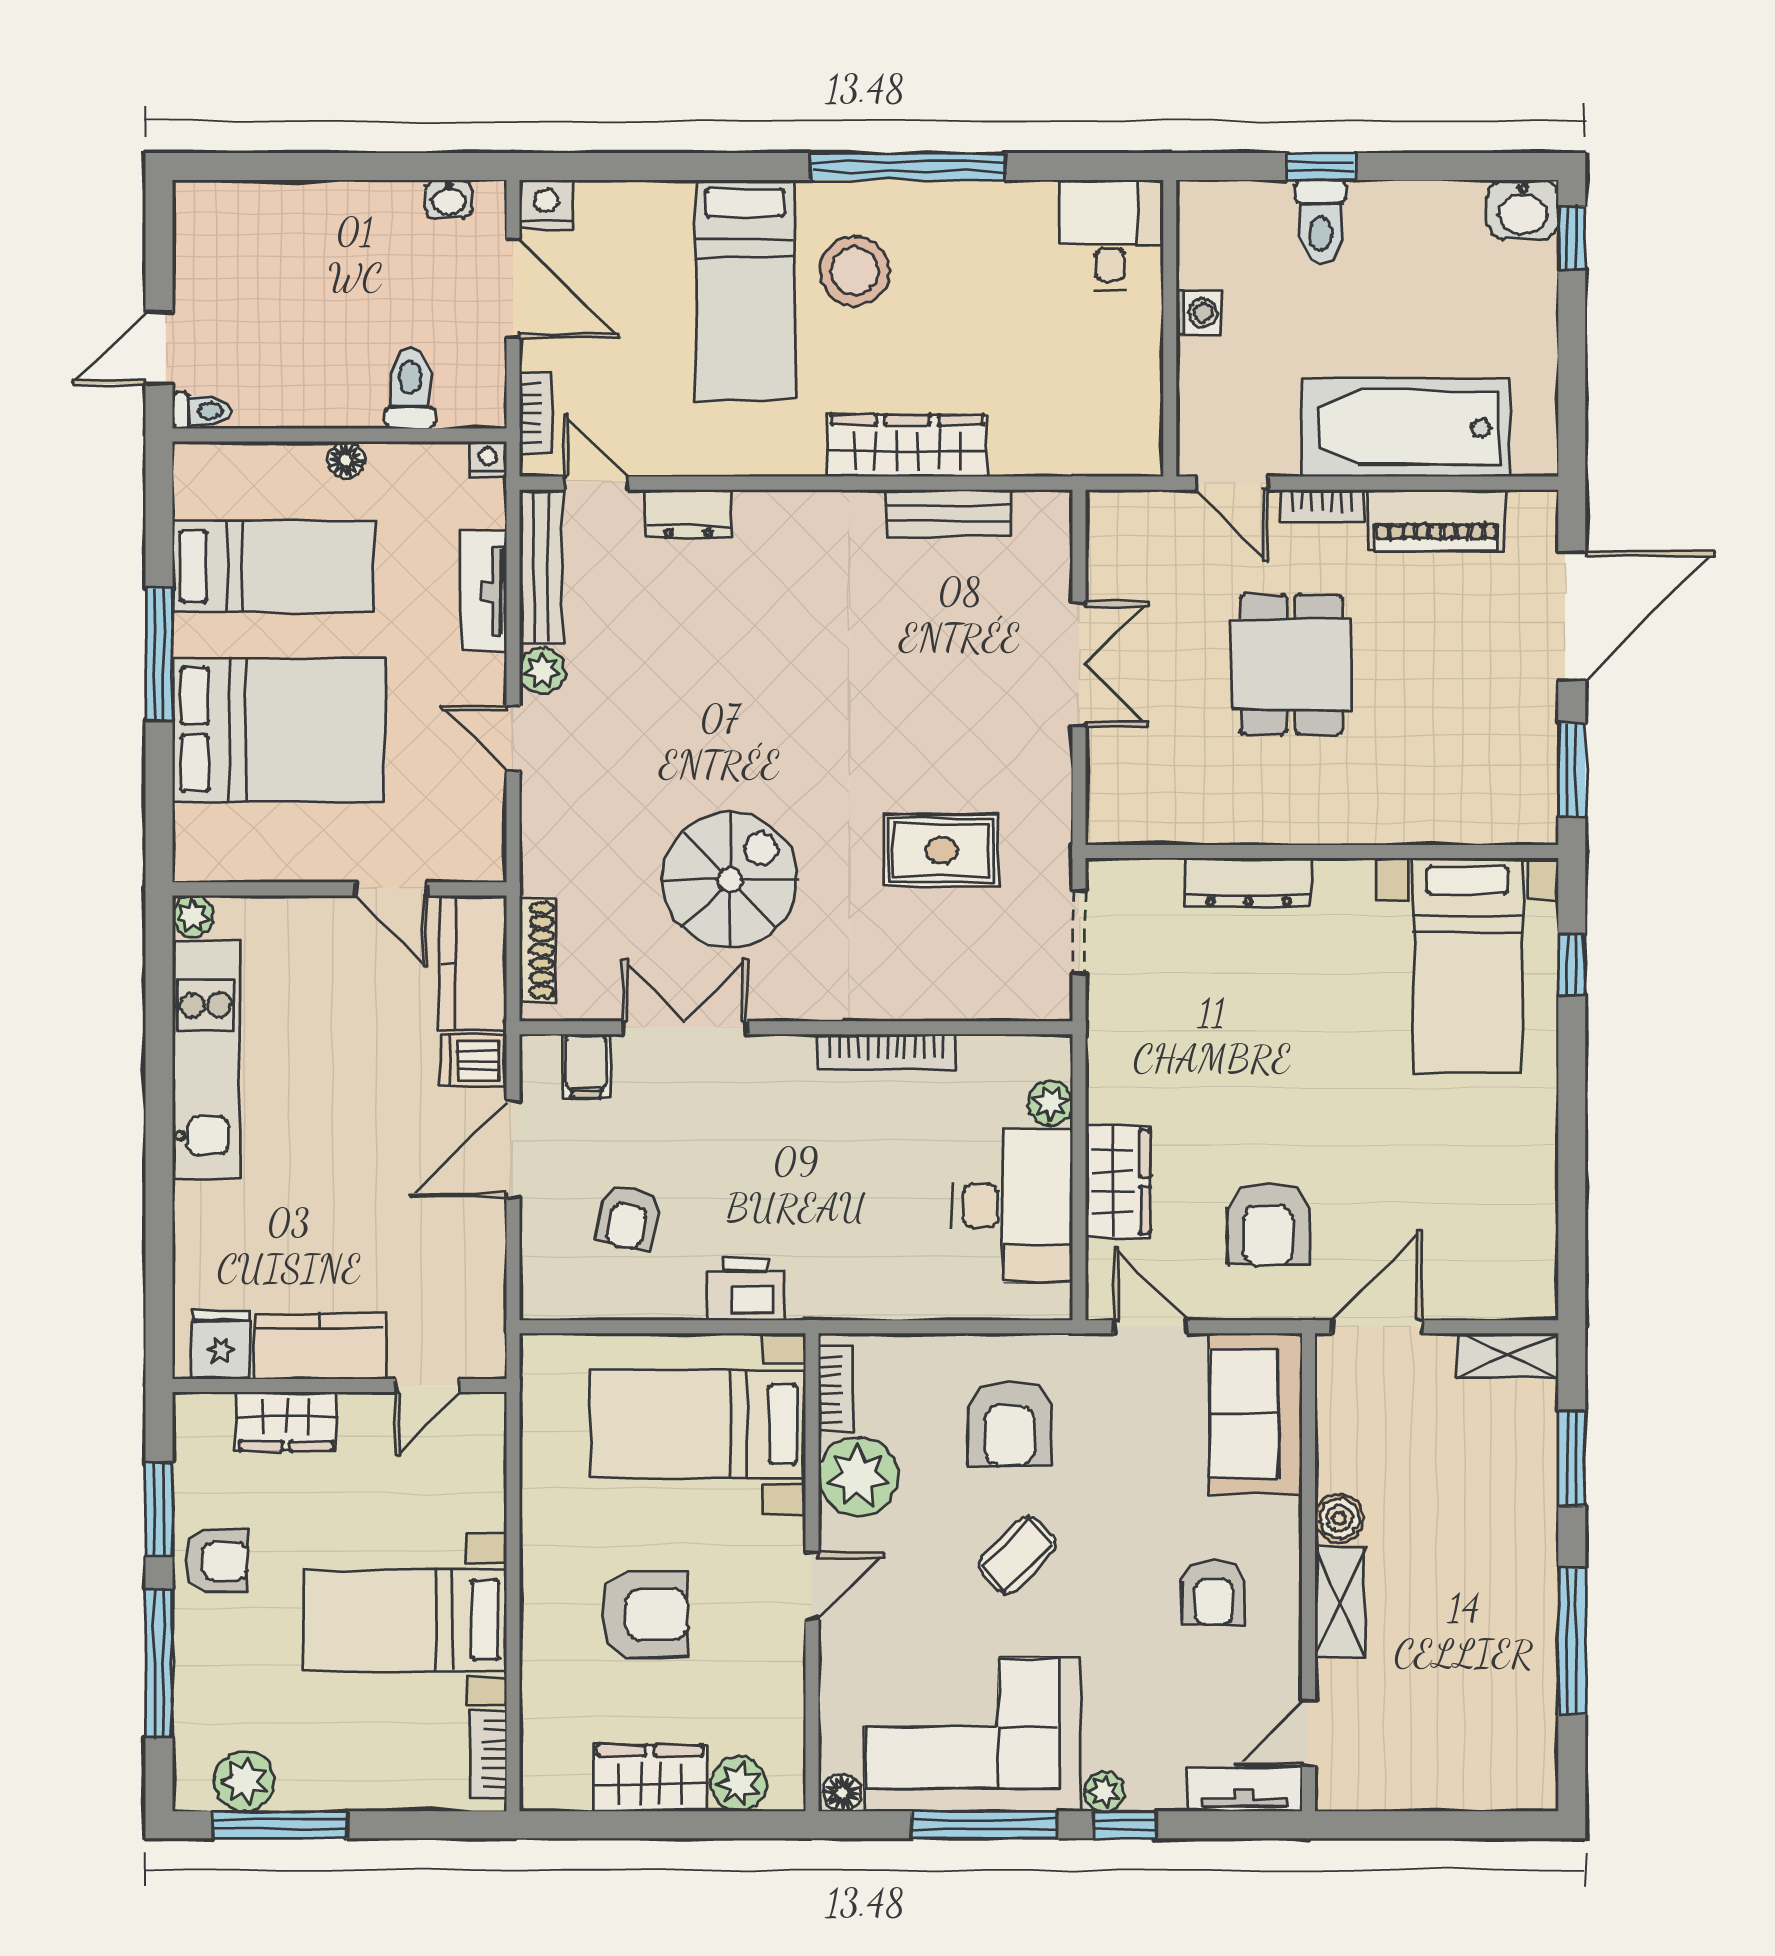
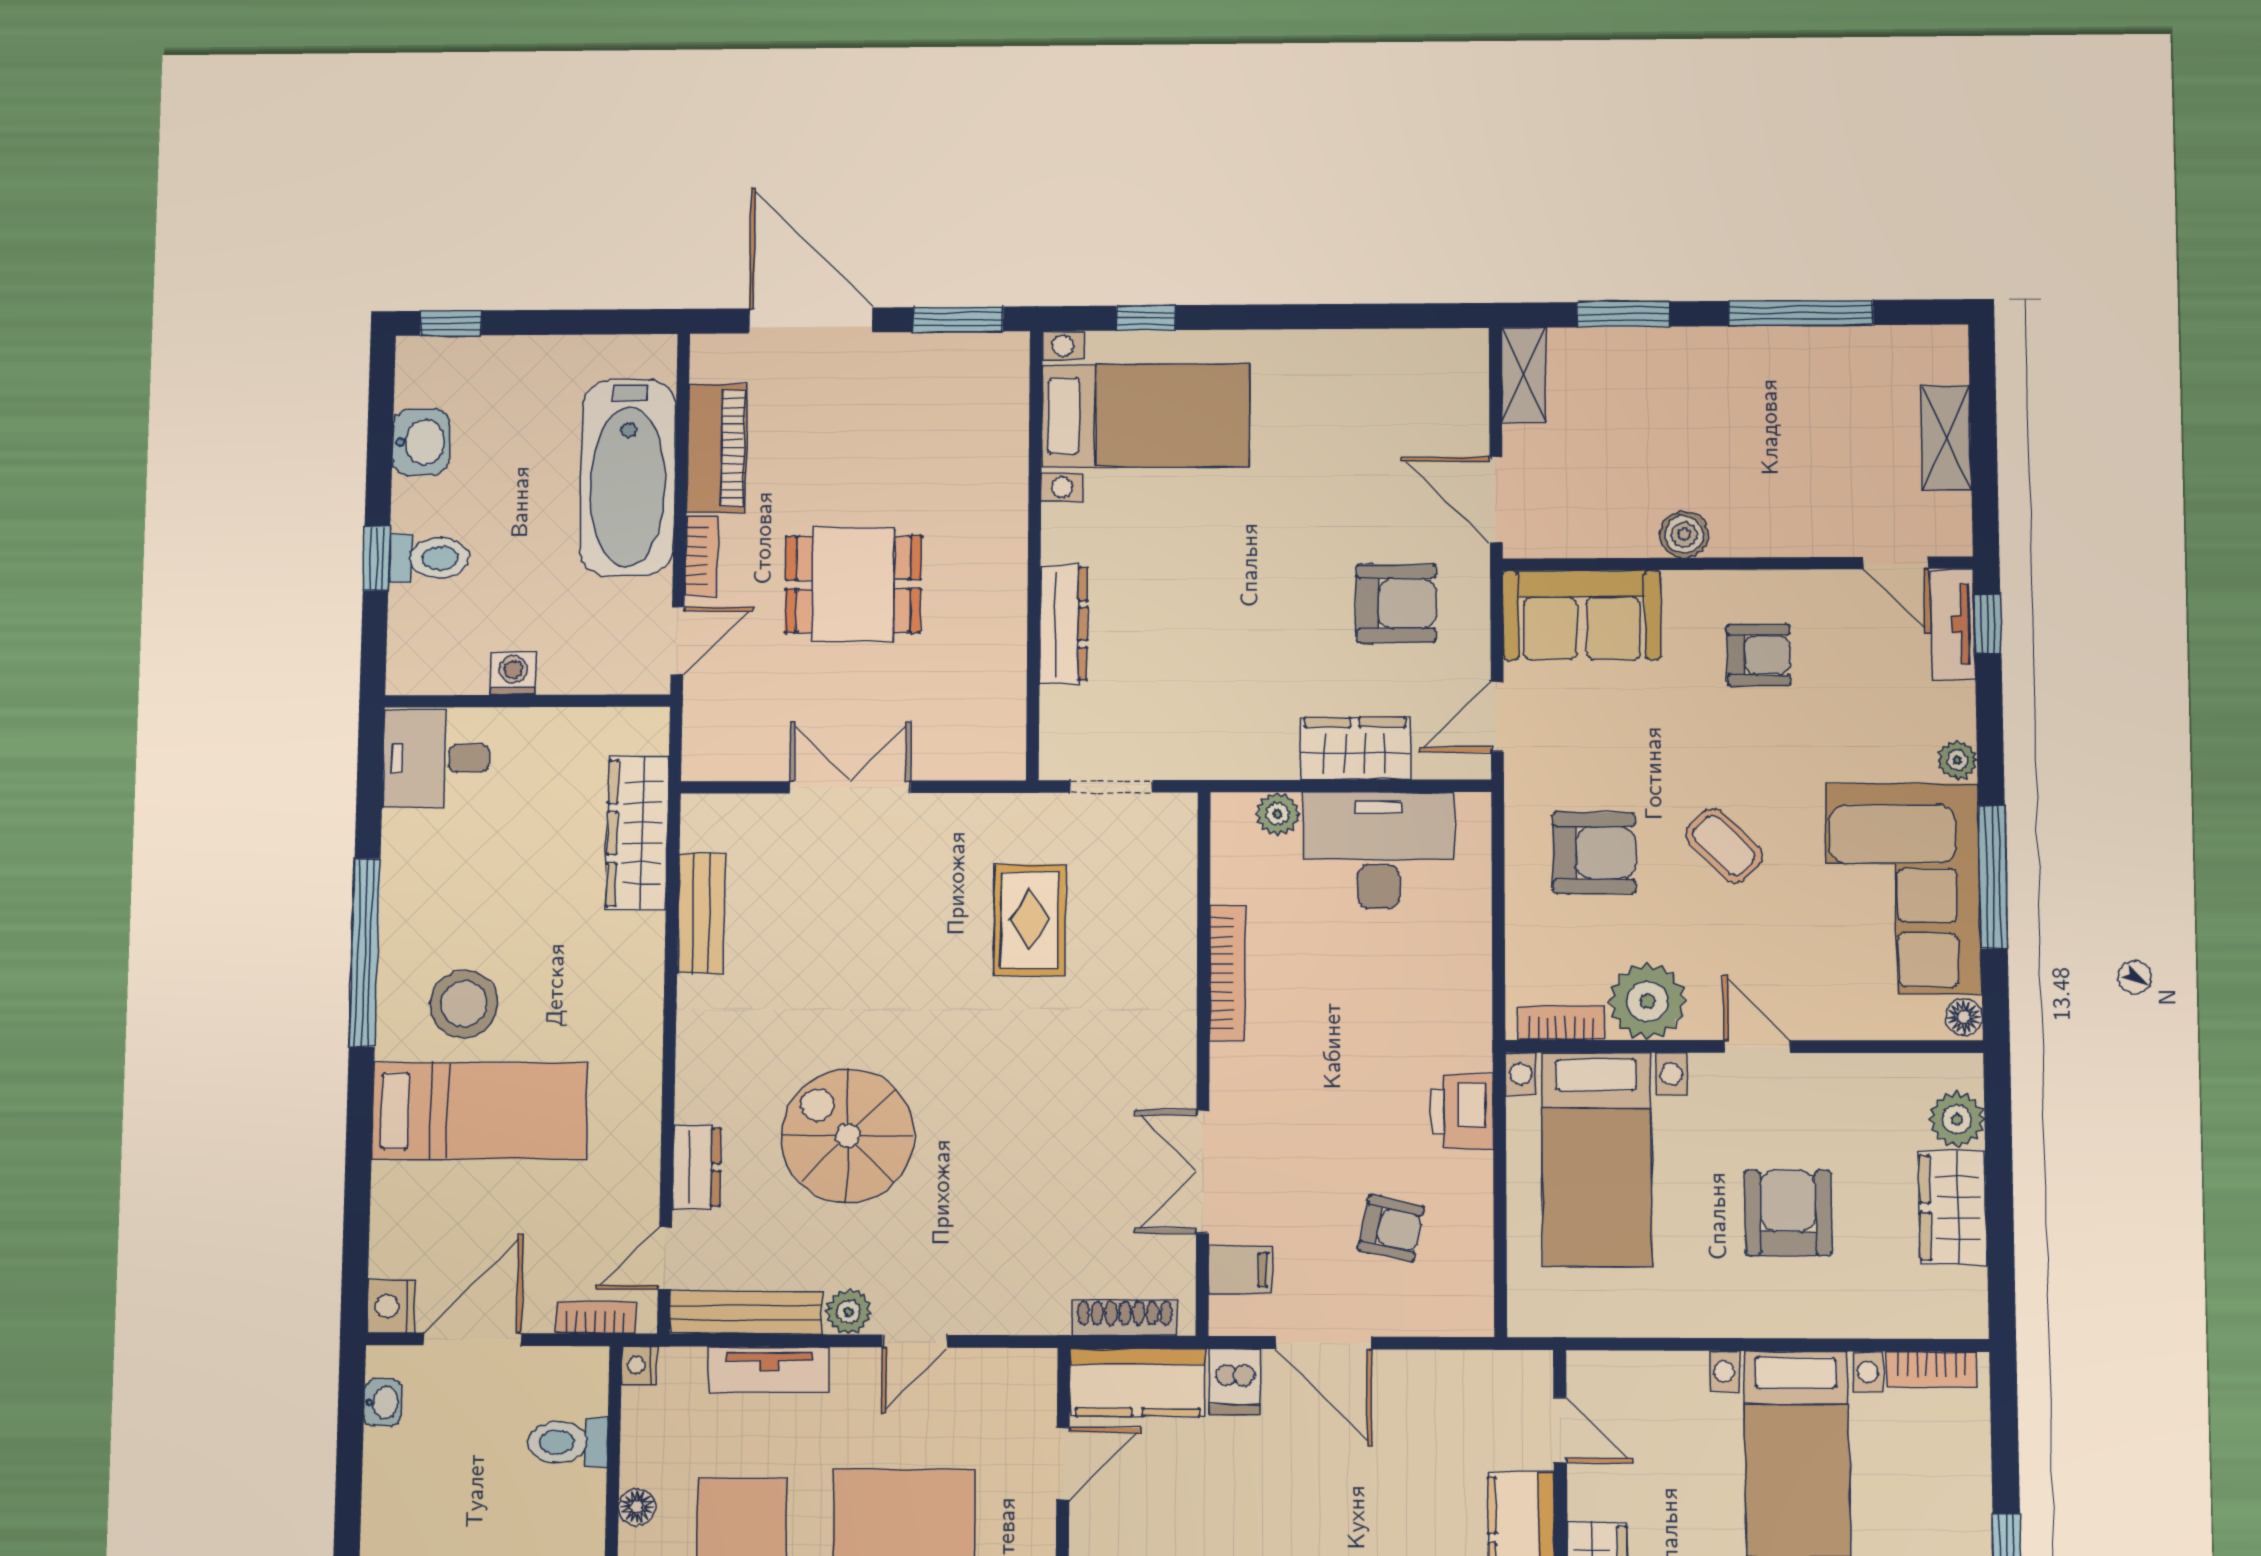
washbasin: (1523, 210) -> (421, 442), moved
wardrobe: (907, 446) -> (637, 833), moved
spiral stairs: (730, 880) -> (848, 1136), moved
shelving: (1340, 1602) -> (1946, 438), moved, turned 90
window: (1126, 1825) -> (1988, 624), moved

